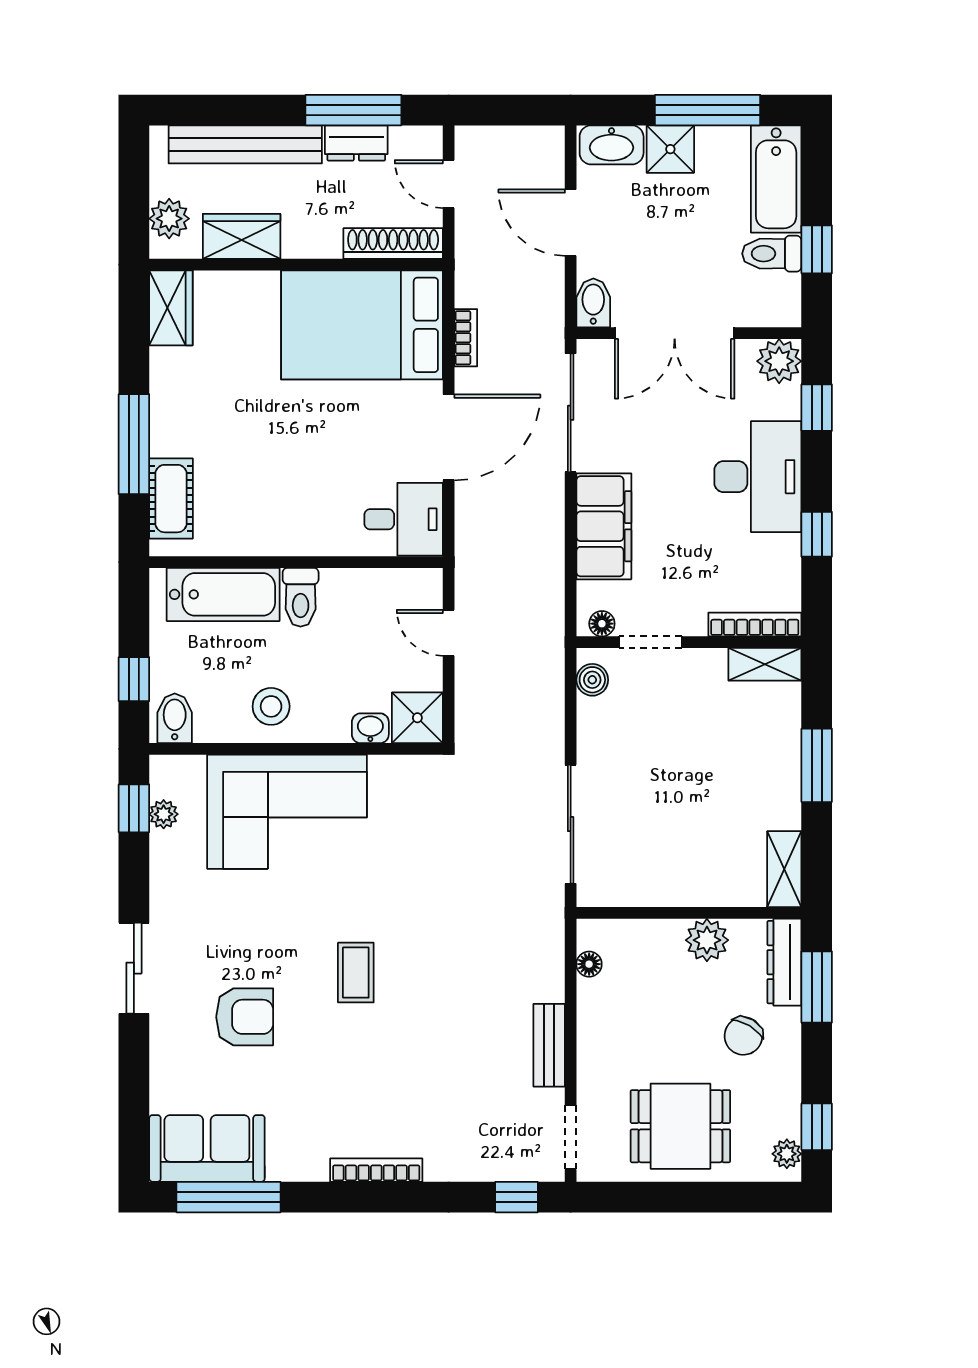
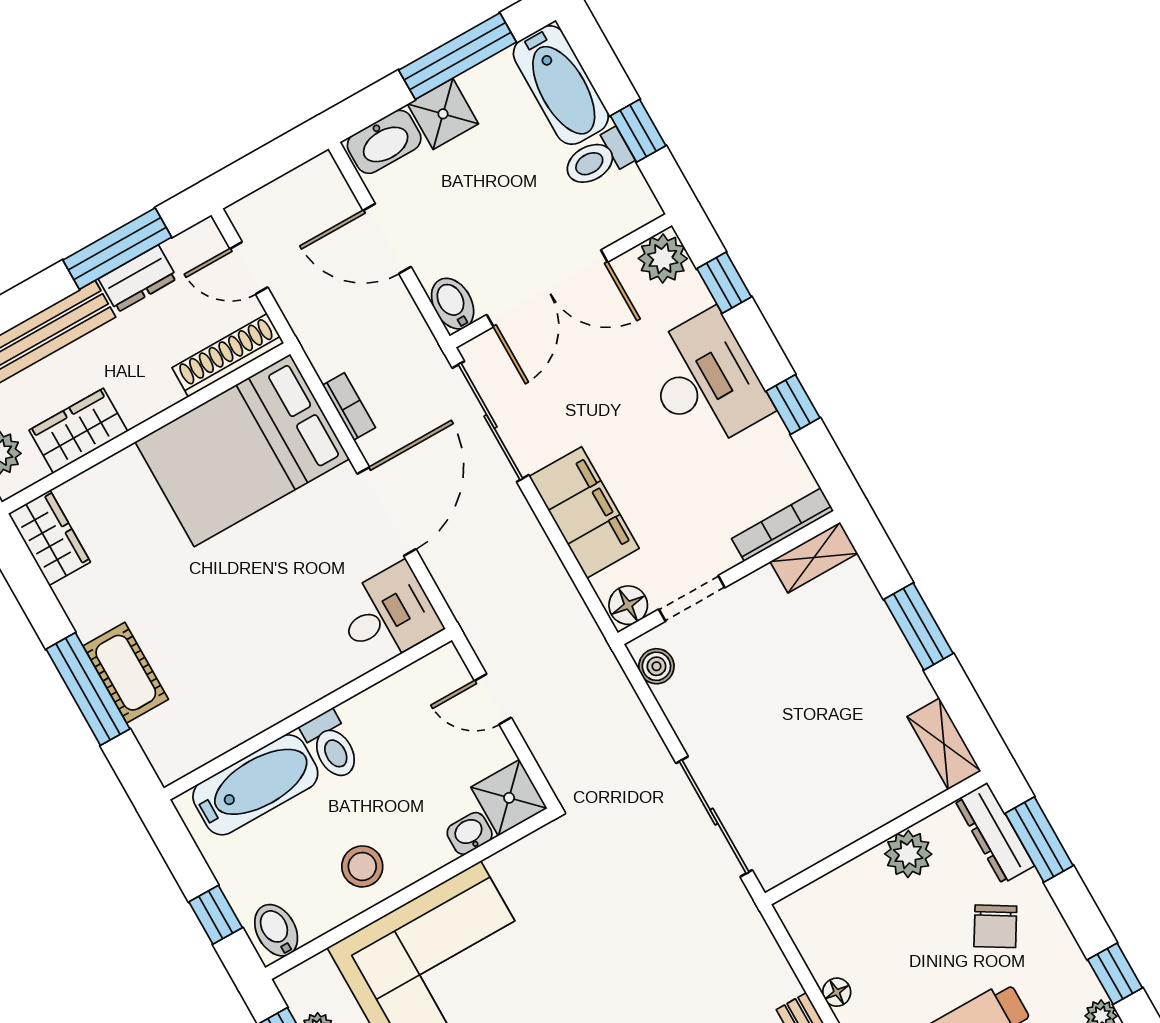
cot: (171, 499) -> (126, 673), moved
floor lamp: (602, 624) -> (628, 605), width x1.37, depth x1.37
floor lamp: (589, 964) -> (837, 992), moved

